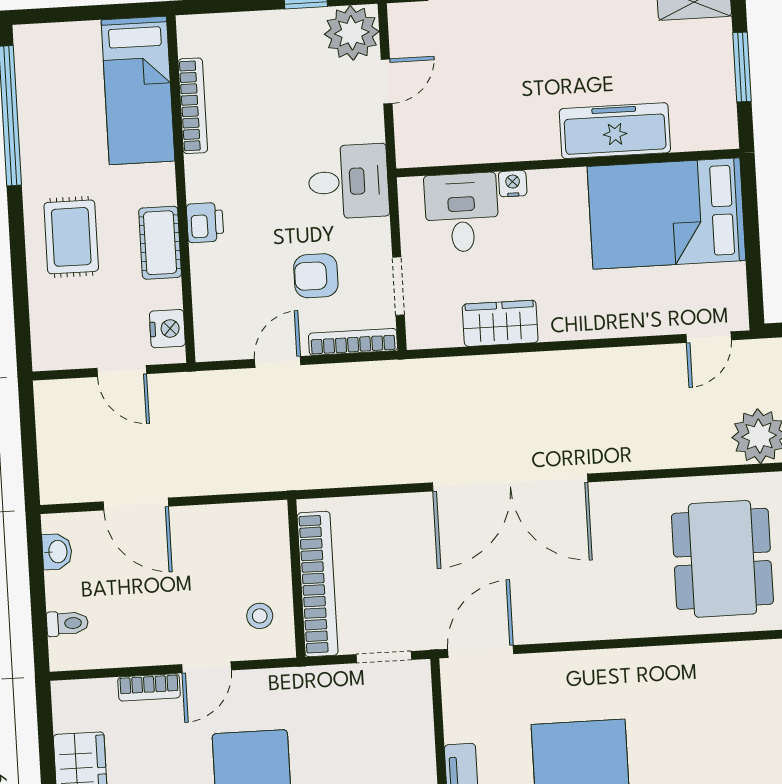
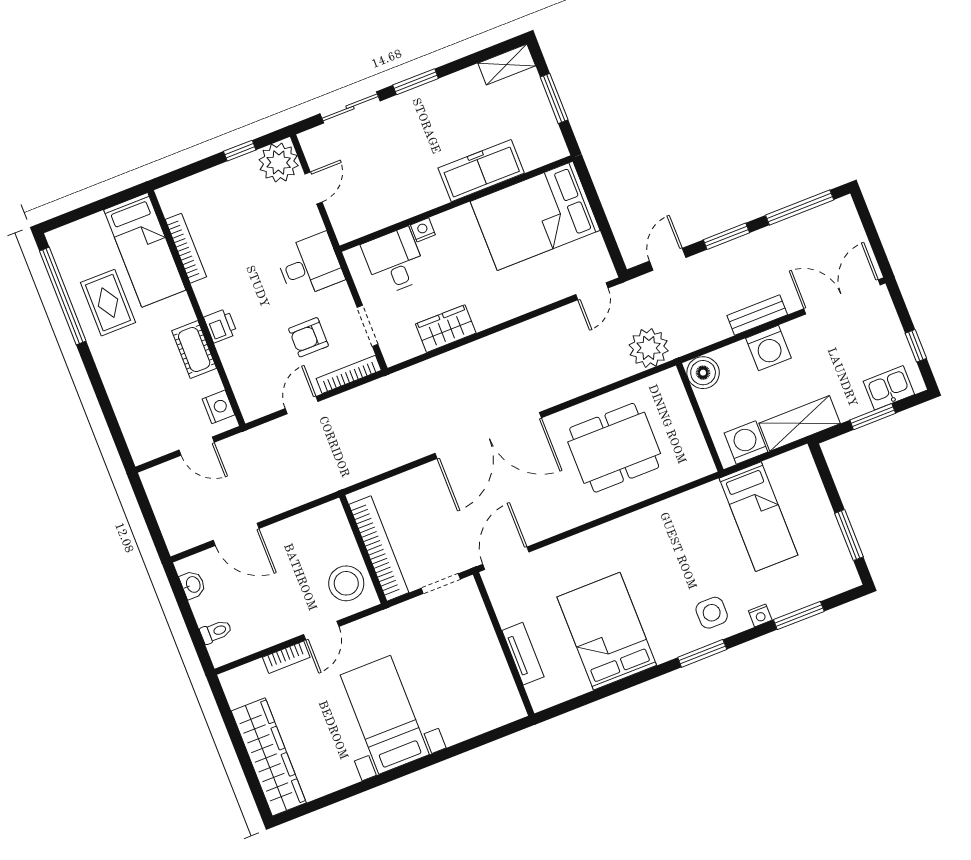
rug: (71, 237) -> (108, 303), moved
dining table: (722, 559) -> (614, 448), moved, turned 90
stool: (260, 616) -> (346, 583), width x1.89, depth x1.89

